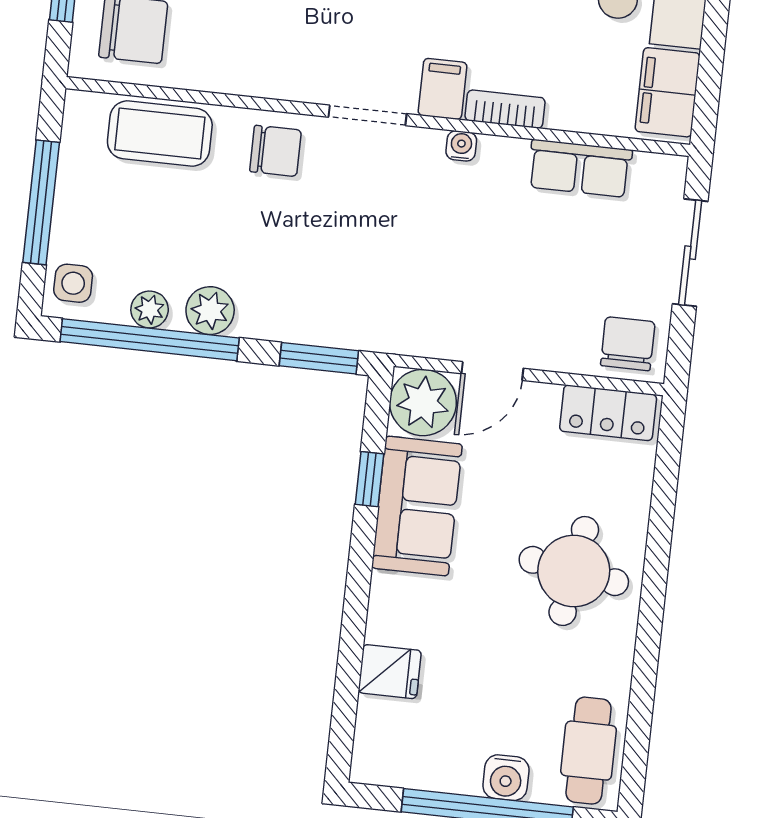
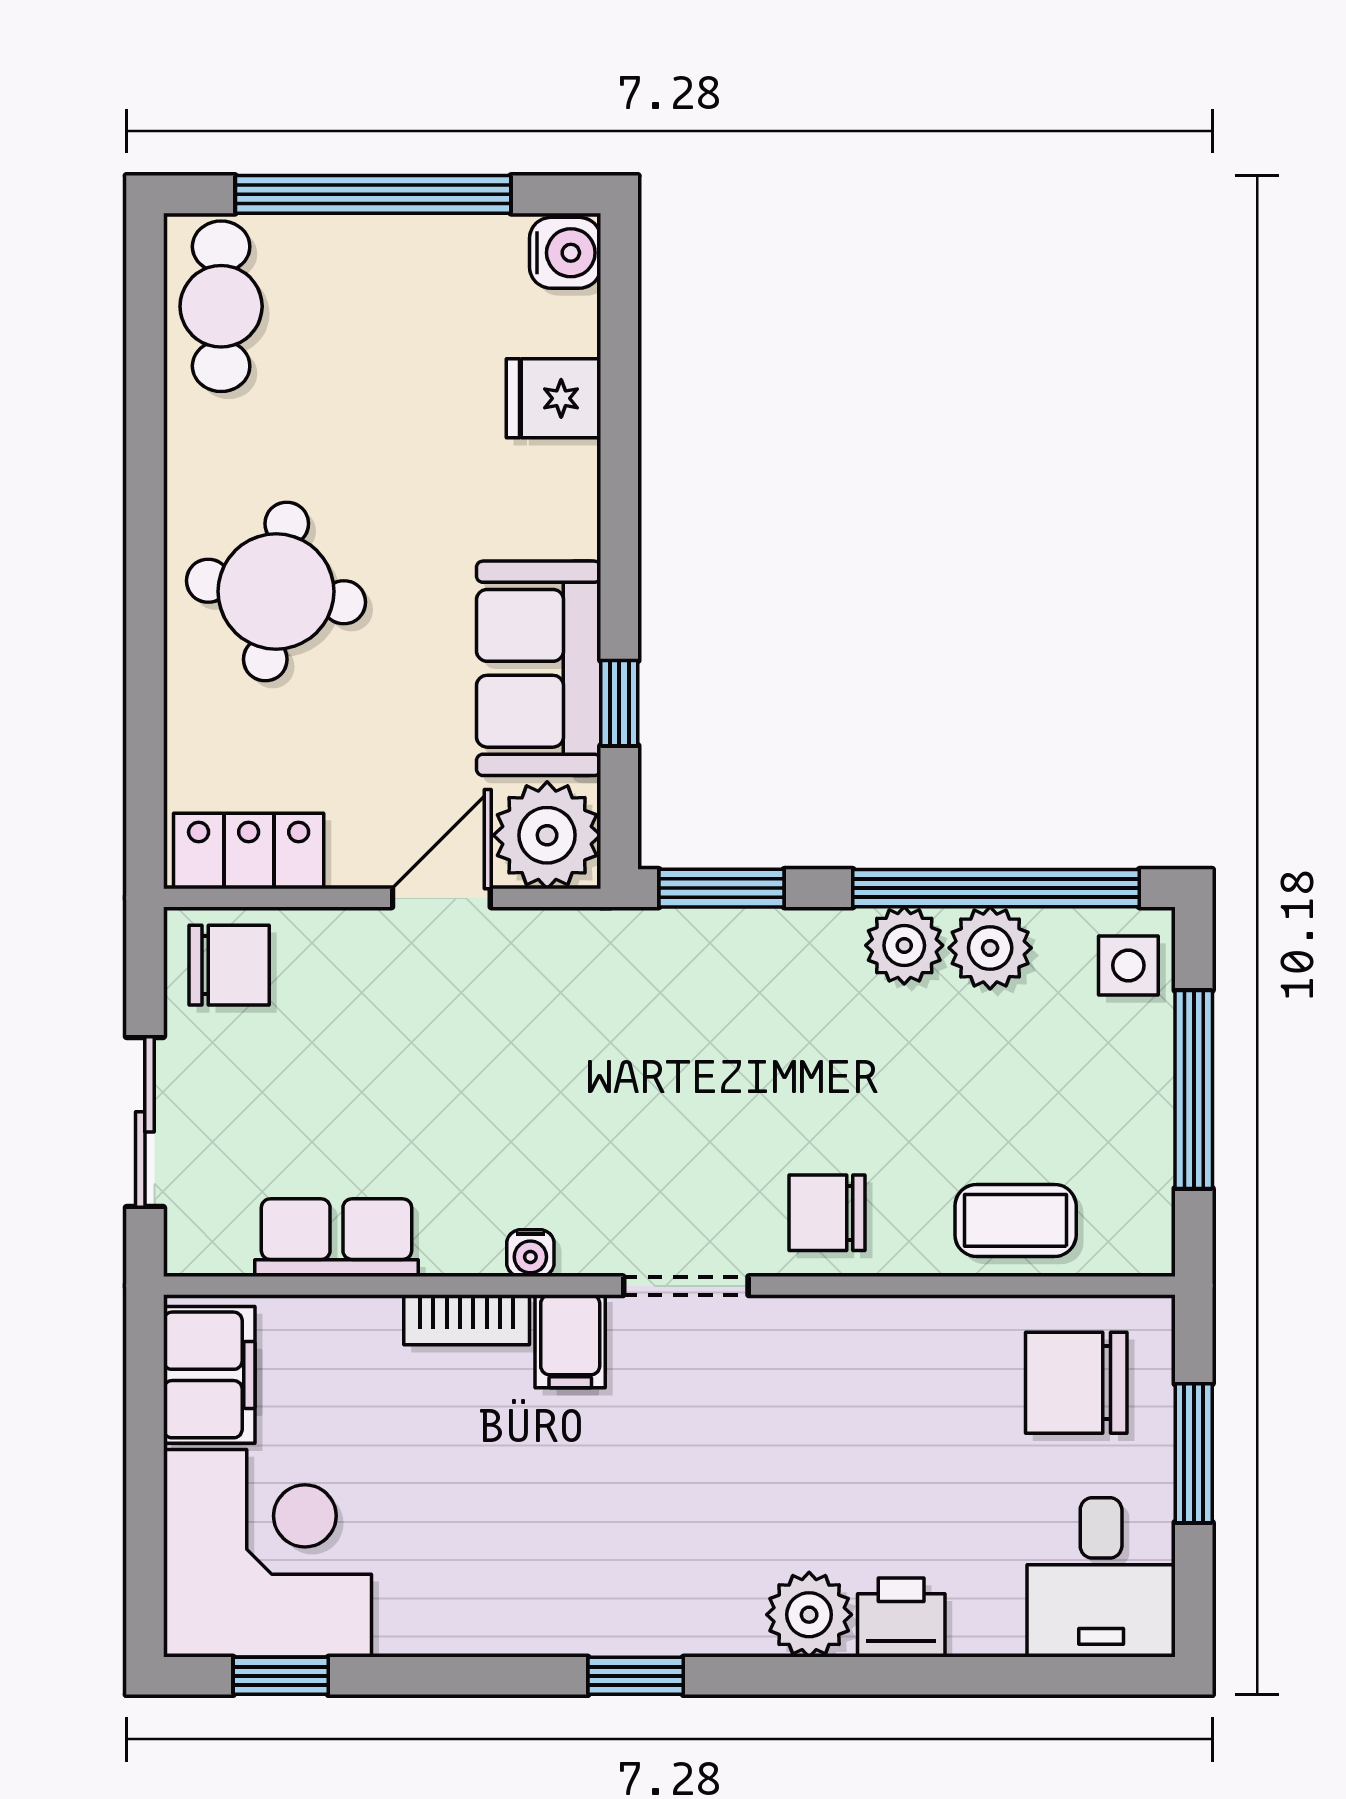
coffee table: (160, 134) -> (1016, 1220), width x0.73, depth x0.77
plant: (150, 309) -> (990, 948), width x1.38, depth x1.38
chair: (628, 344) -> (229, 965), turned -90
water cooler: (506, 778) -> (565, 253), moved, turned 90

